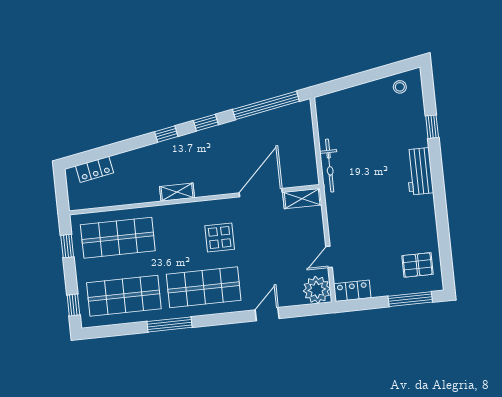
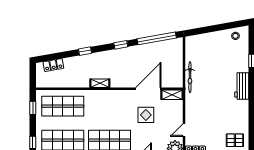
window: (166, 134) -> (85, 51), moved
display table: (220, 237) -> (146, 115), moved

